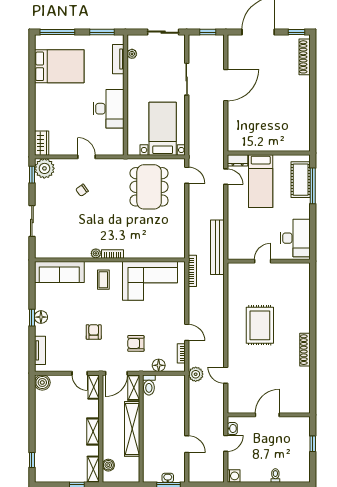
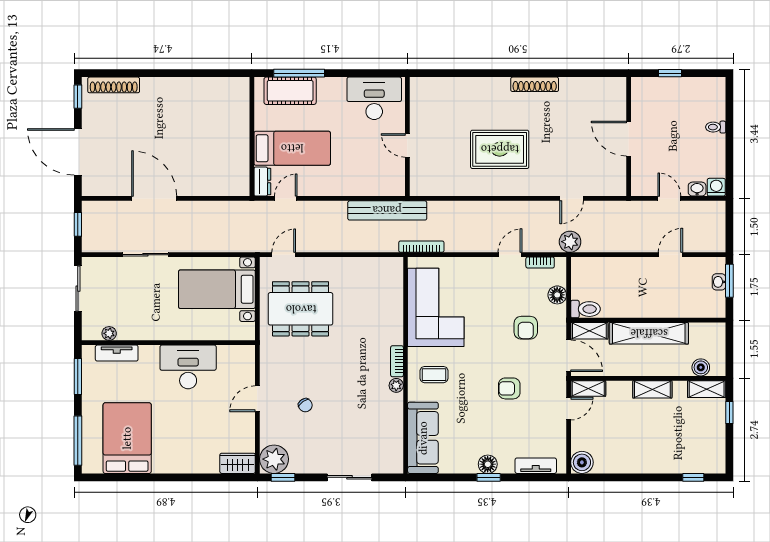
washbasin: (232, 429) -> (697, 189), moved

